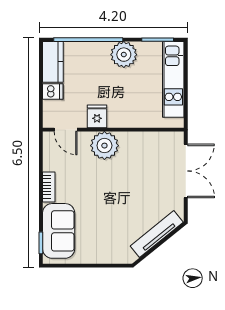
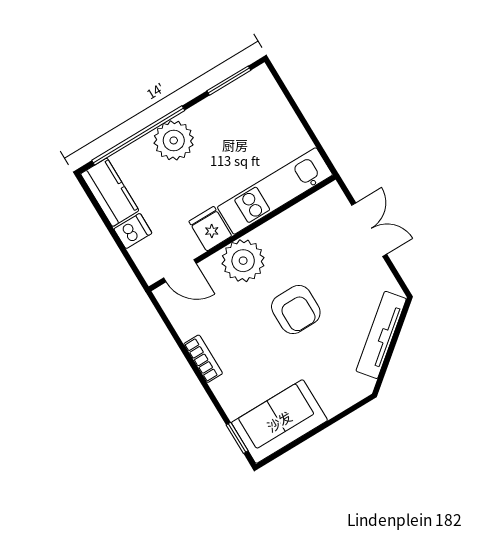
plant: (124, 55) -> (174, 140), moved
kitchen unit: (173, 79) -> (275, 191), moved, turned 90
double door: (186, 171) -> (369, 230), width x0.73
armchair: (117, 191) -> (296, 310), added
sofa: (59, 231) -> (279, 421), moved, turned -90

